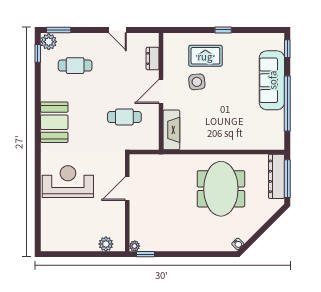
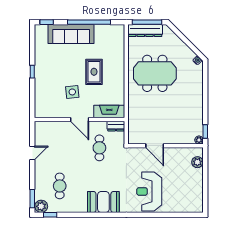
rug: (205, 56) -> (94, 72), moved
dresser: (153, 58) -> (116, 126), moved

